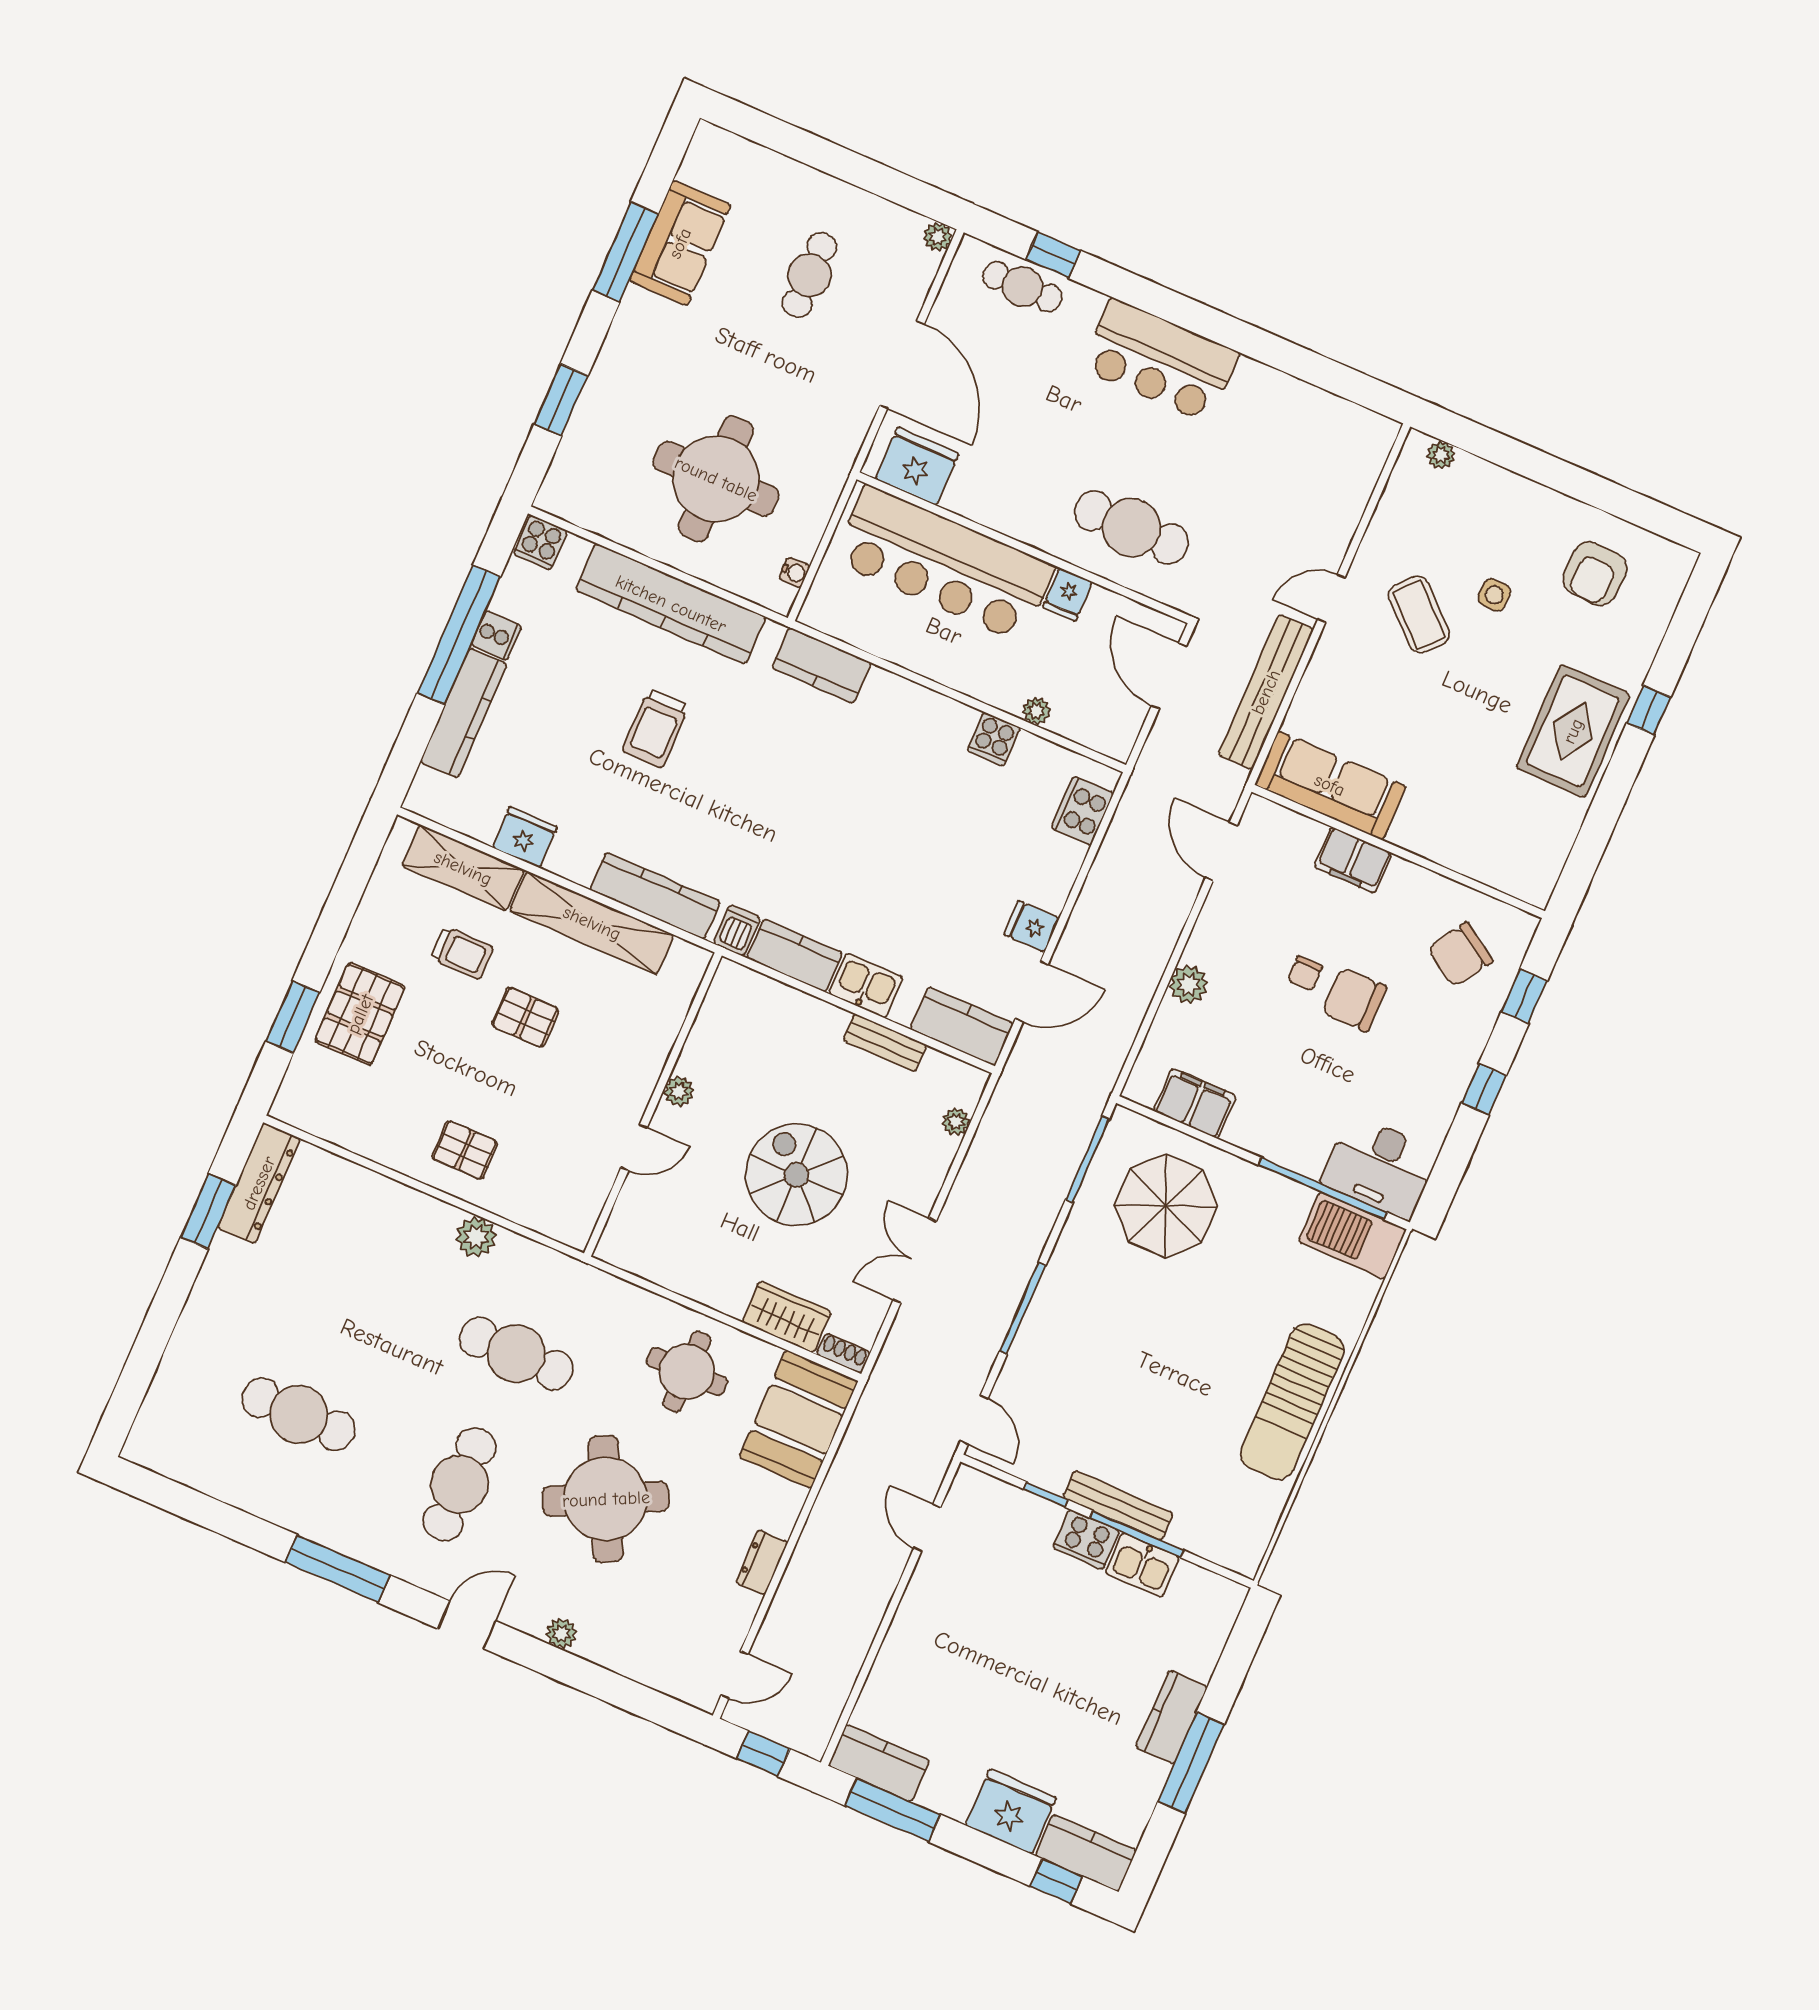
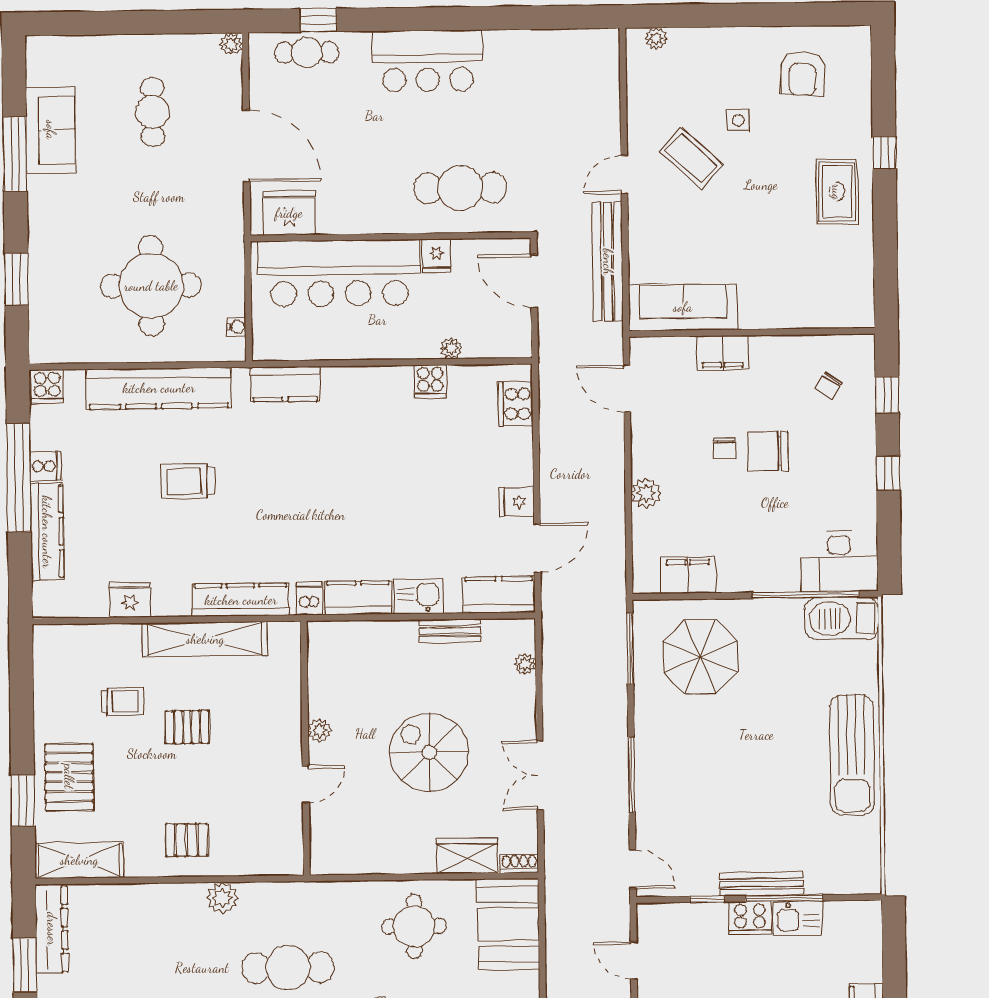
trolley: (656, 728) -> (188, 481), turned 90
rug: (1573, 731) -> (837, 192), width x0.73, depth x0.70
shelving: (463, 868) -> (79, 860), moved
chair: (1460, 955) -> (828, 386), width x0.54, depth x0.54

